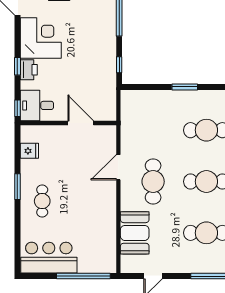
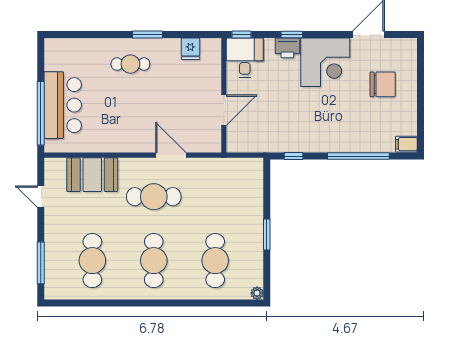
bar counter: (49, 258) -> (63, 105), moved

